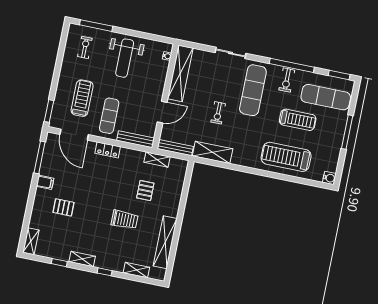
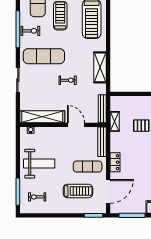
treadmill: (82, 98) -> (78, 191), turned 180
shelving: (213, 152) -> (100, 67), moved

